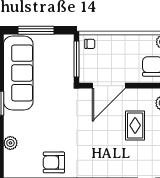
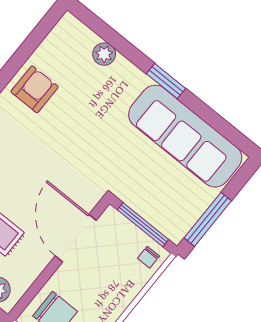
window: (36, 30) -> (208, 219), moved

